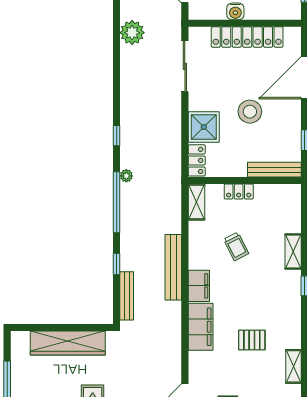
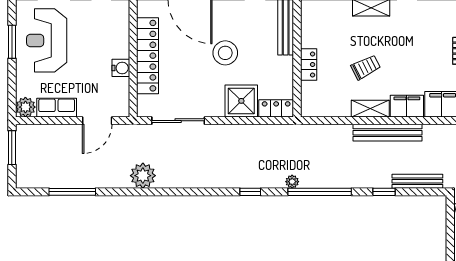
shelving: (196, 202) -> (370, 109), moved

